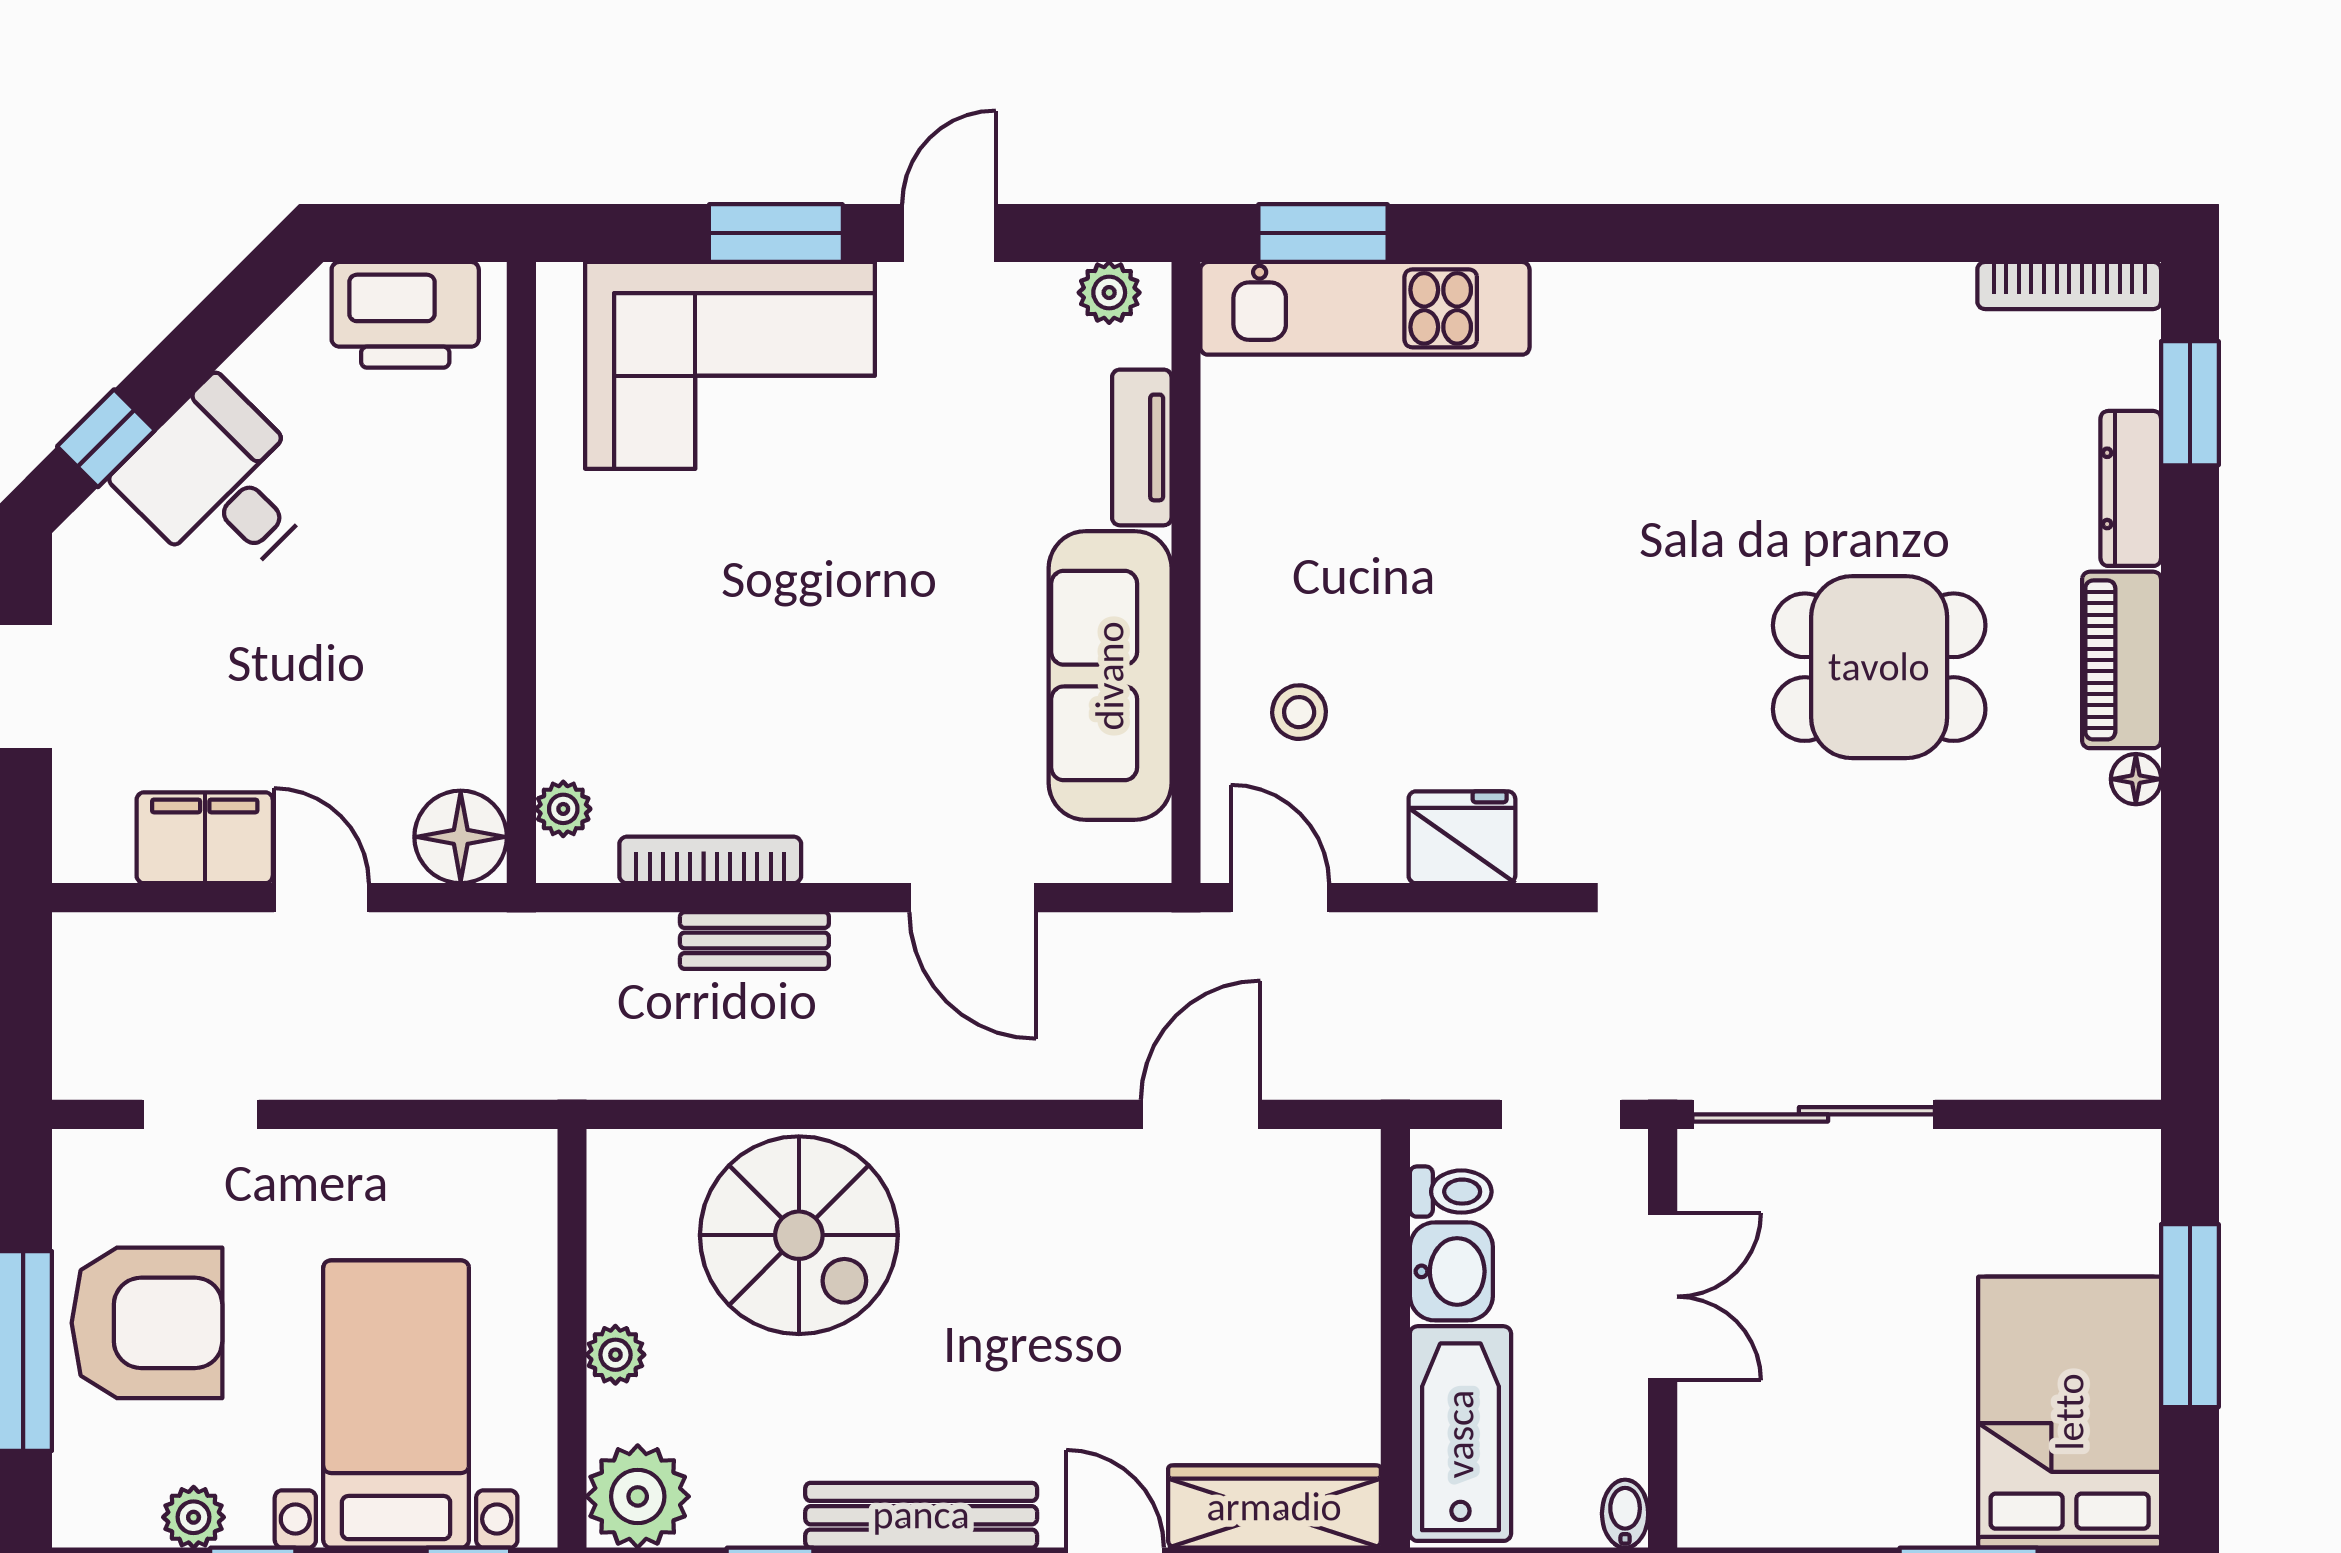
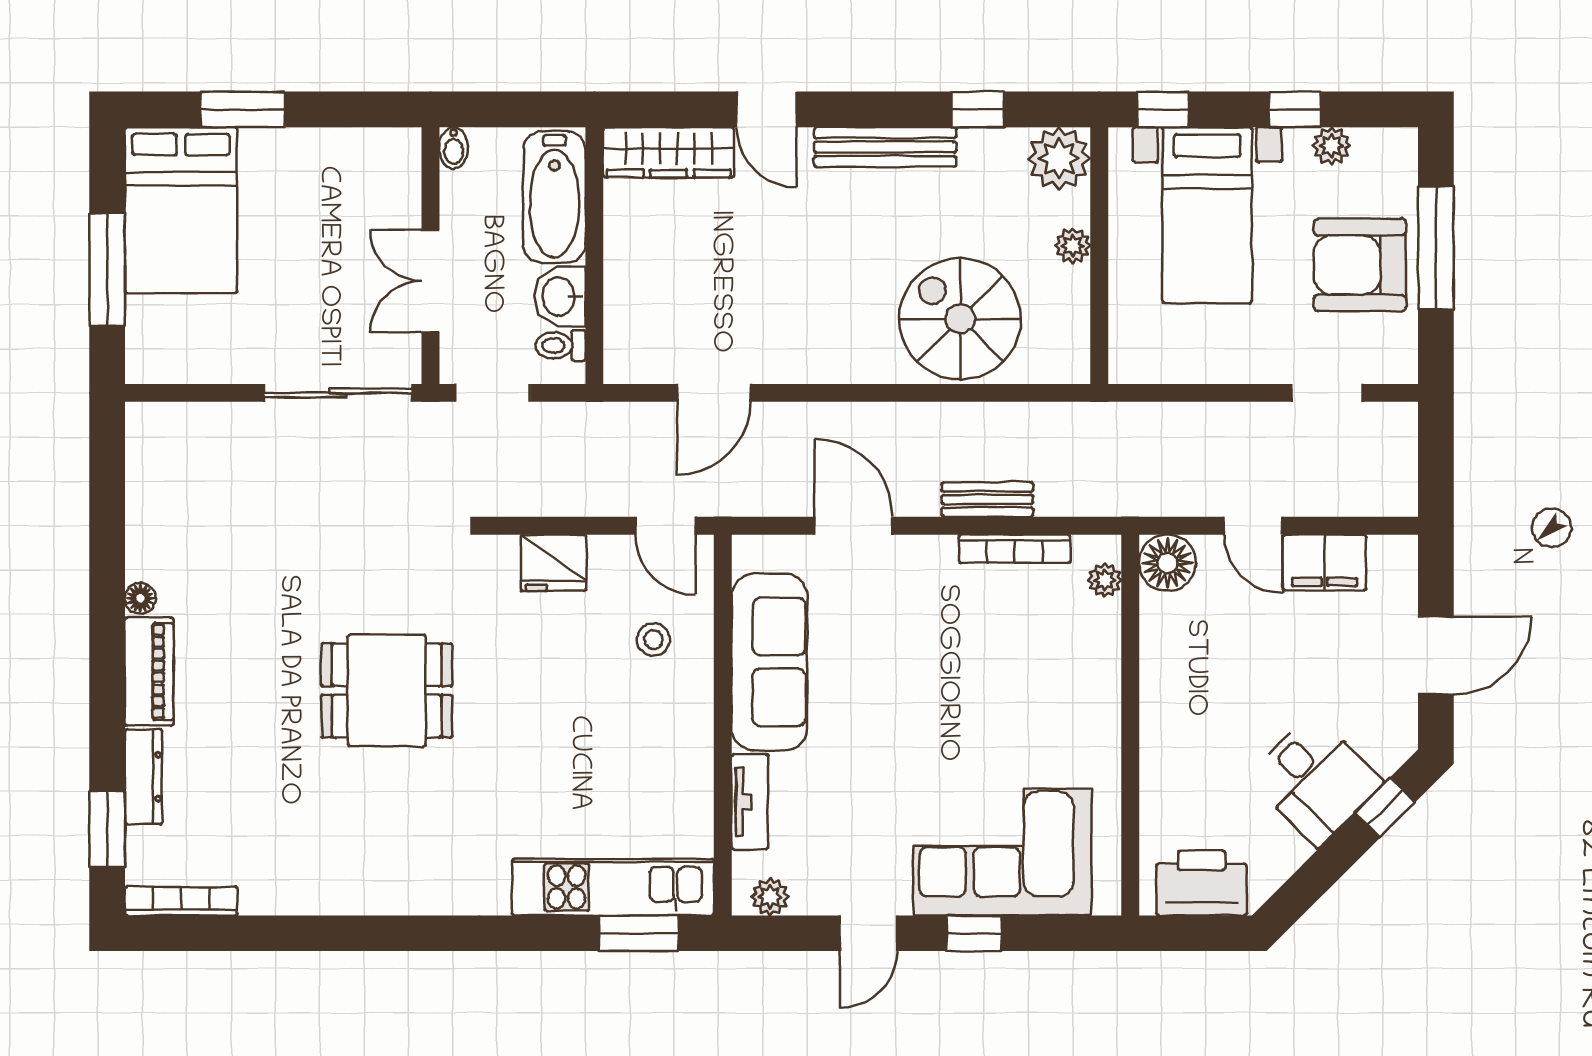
window: (776, 233) -> (974, 933), width x0.67
dining table: (1879, 667) -> (387, 691), moved

